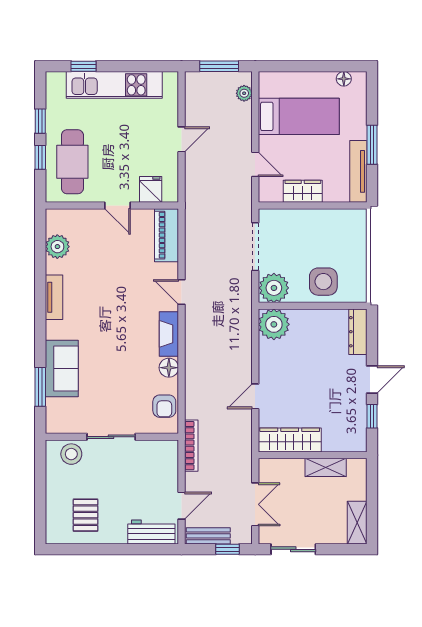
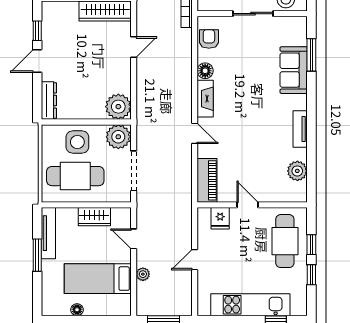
floor lamp: (344, 79) -> (77, 310), moved
plant: (244, 93) -> (143, 274), moved
cafe table: (326, 240) -> (75, 176), added

